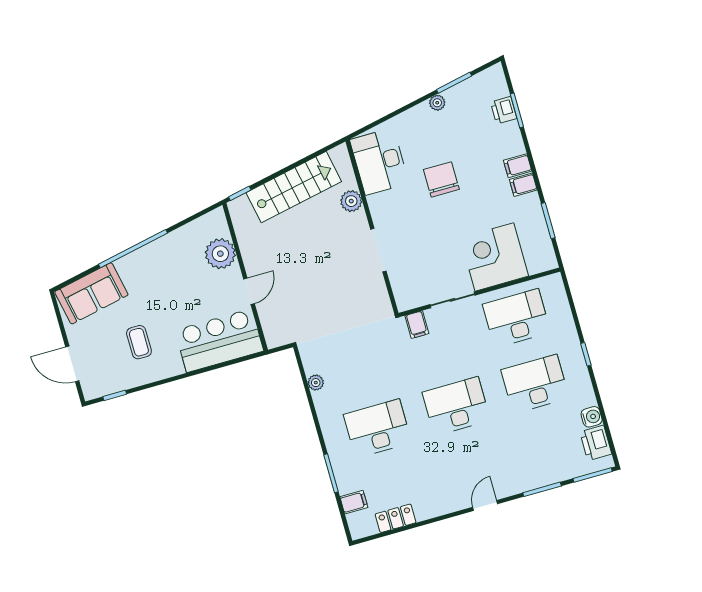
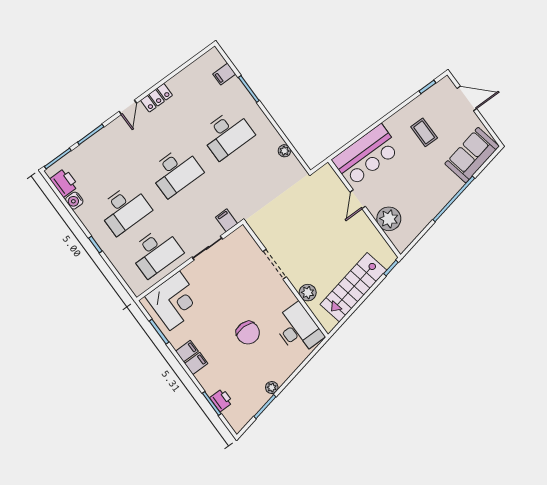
corner desk: (494, 257) -> (175, 301), moved
locker: (396, 518) -> (157, 98), moved

